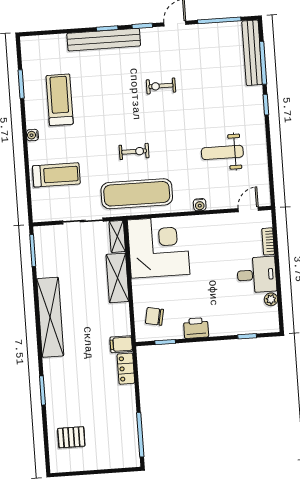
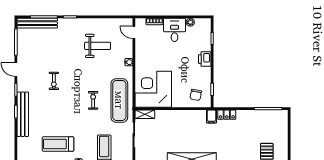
weight bench: (222, 152) -> (98, 46), turned -90
shelving: (118, 278) -> (170, 116), removed
printer: (196, 328) -> (205, 59), moved

